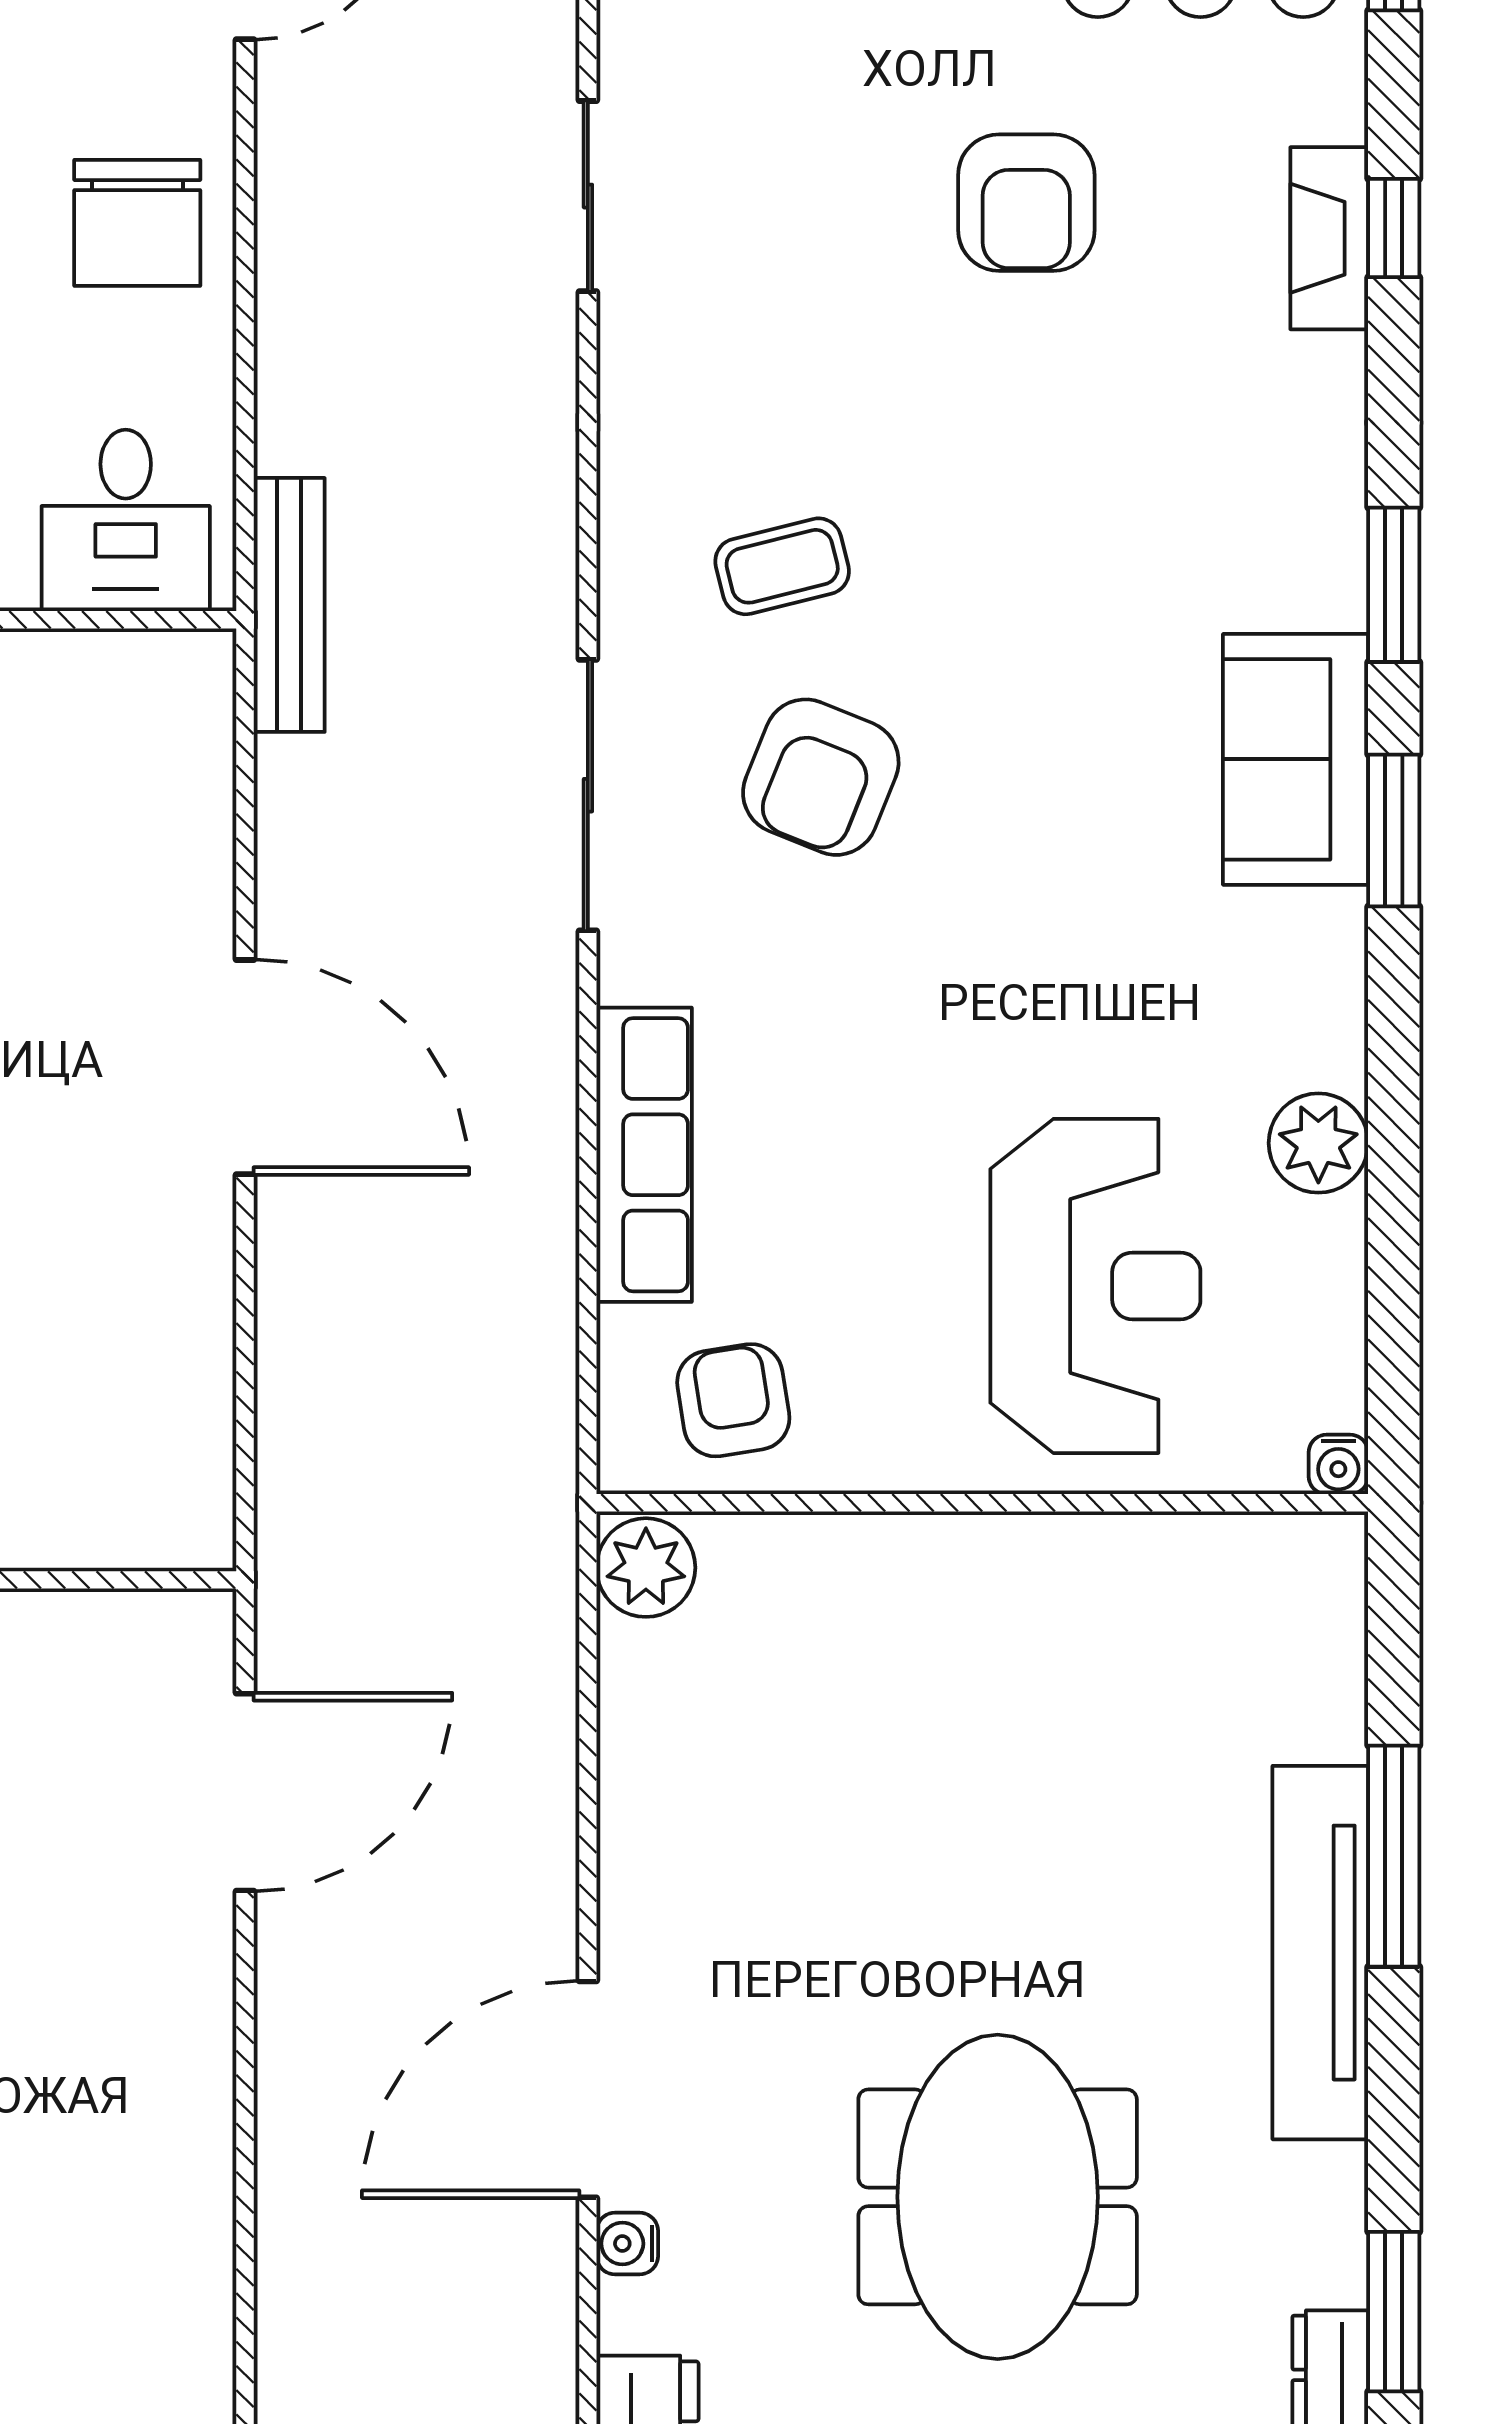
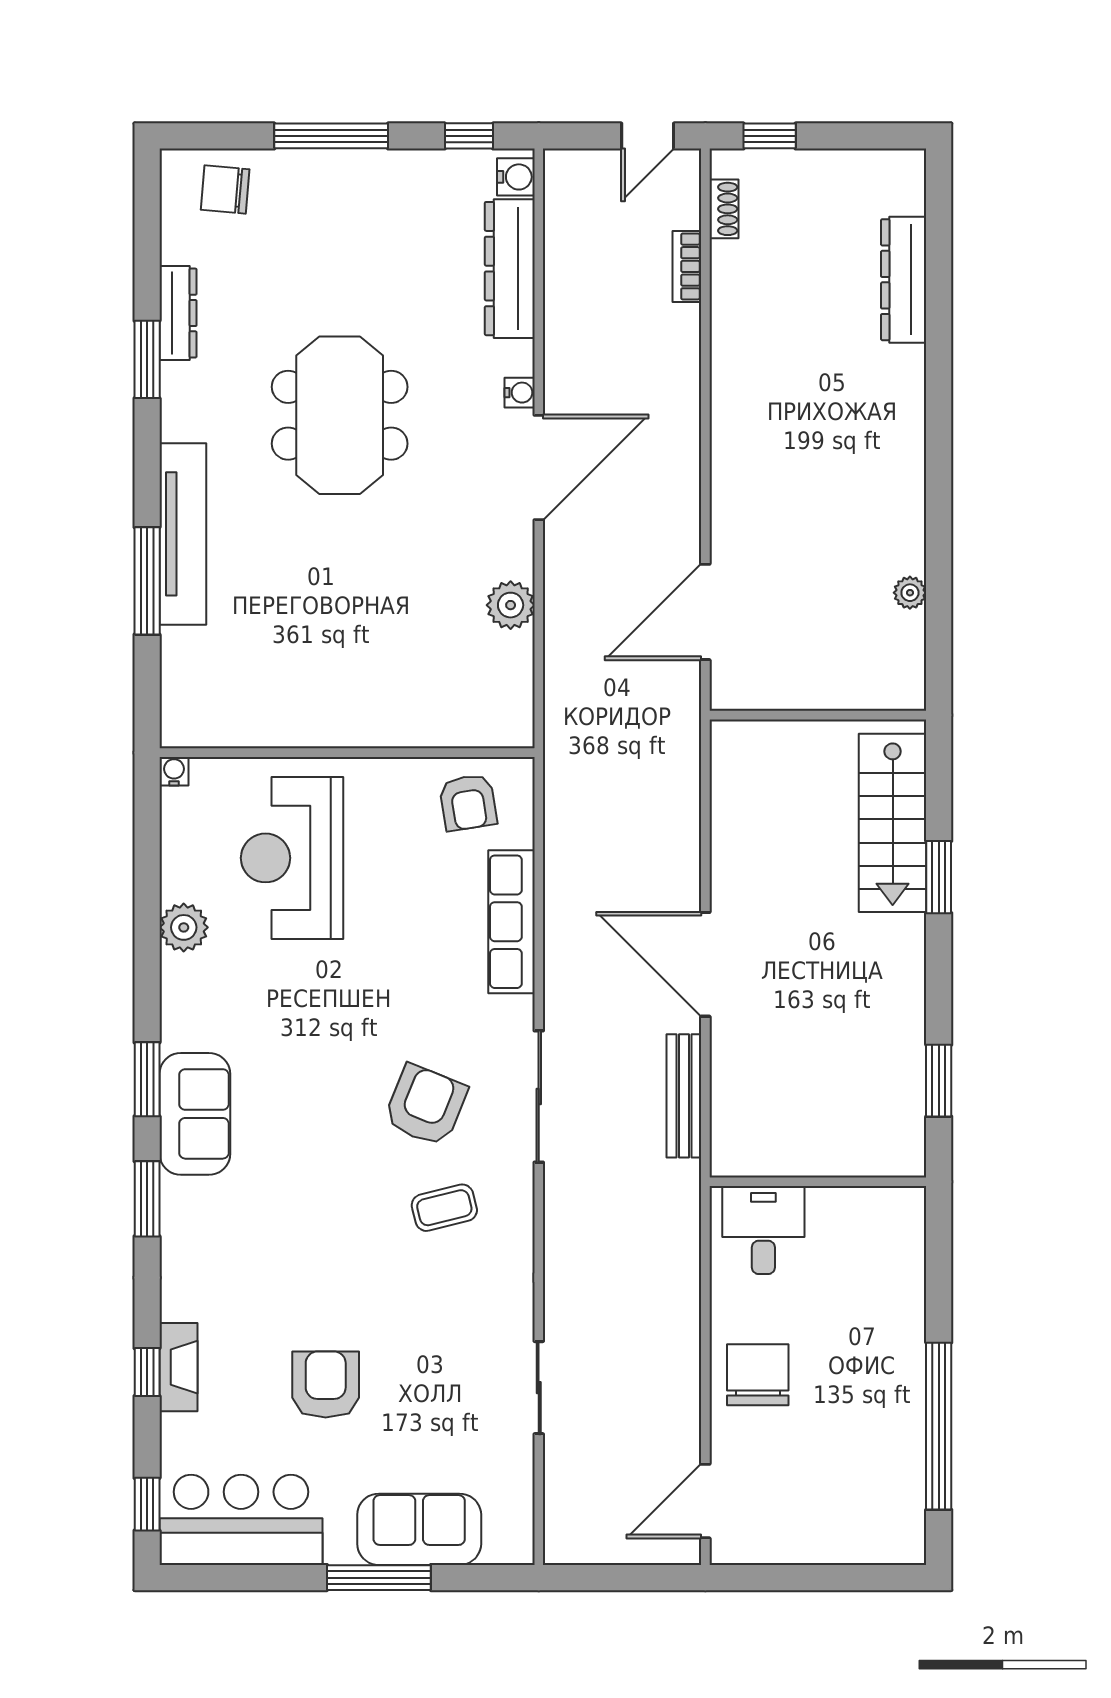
bench: (289, 605) -> (684, 1096), moved
plant: (646, 1568) -> (511, 605), moved

